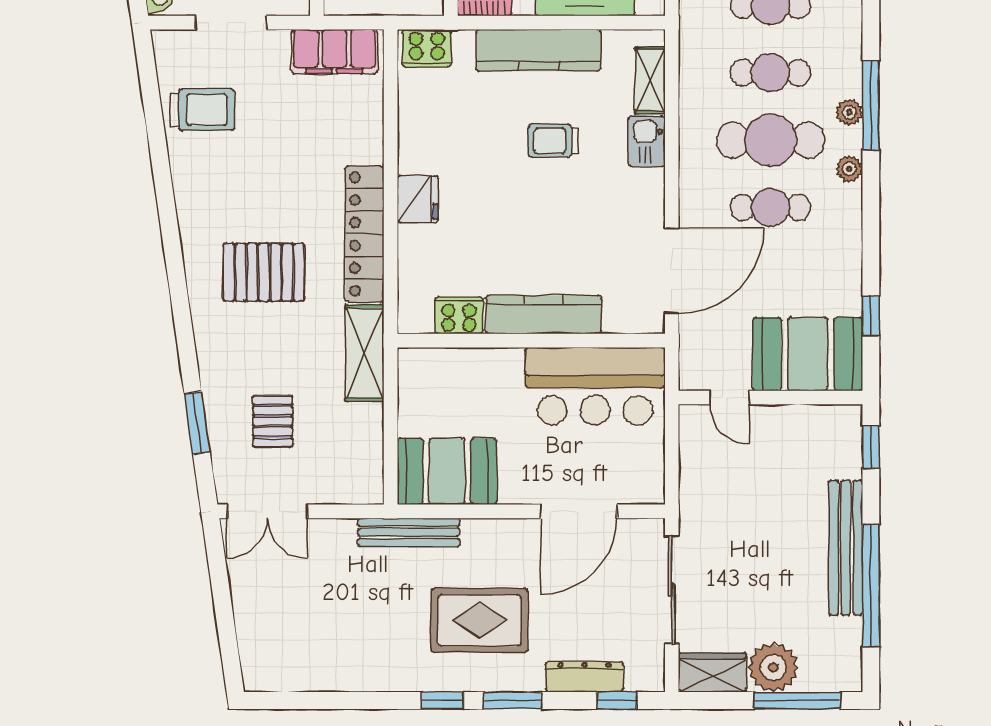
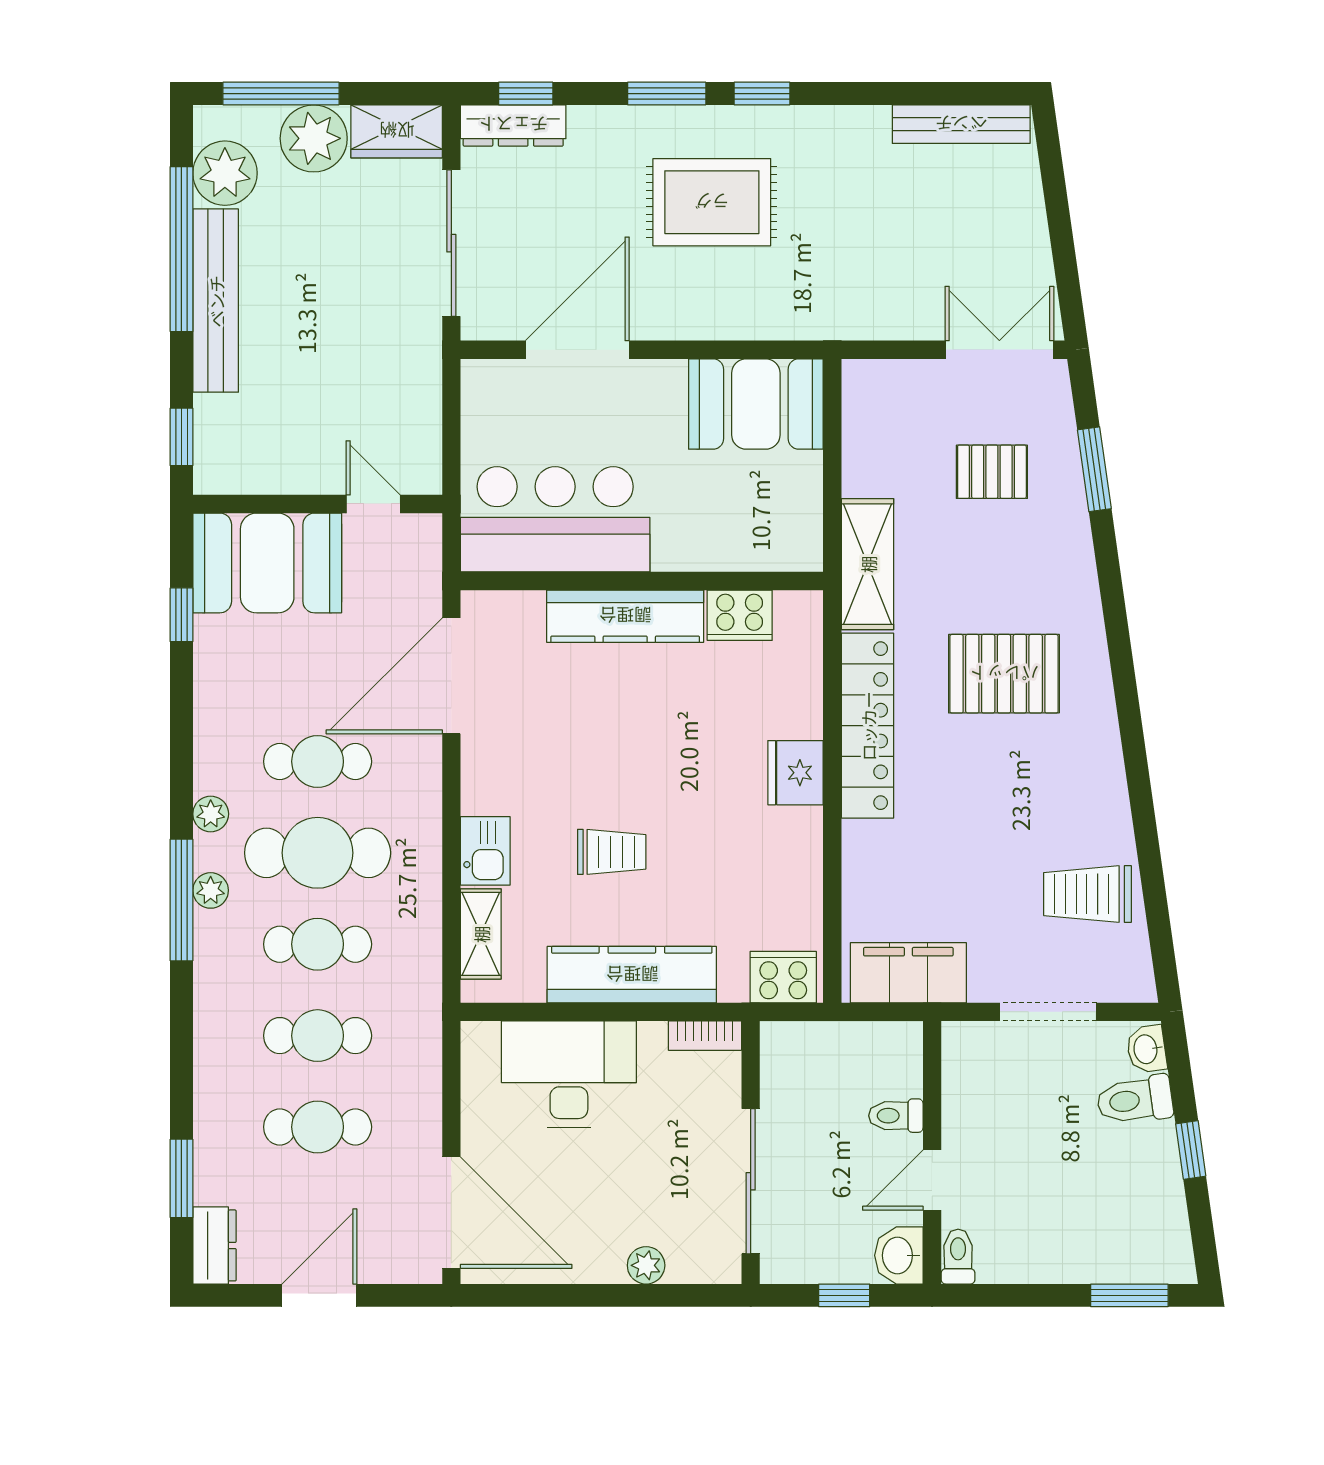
pallet: (273, 421) -> (992, 472), turned 90
bench: (409, 532) -> (961, 124), moved
plant: (839, 642) -> (225, 173), added
dresser: (584, 677) -> (513, 125), moved

